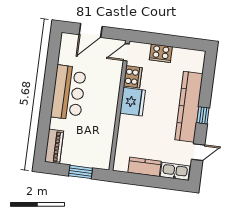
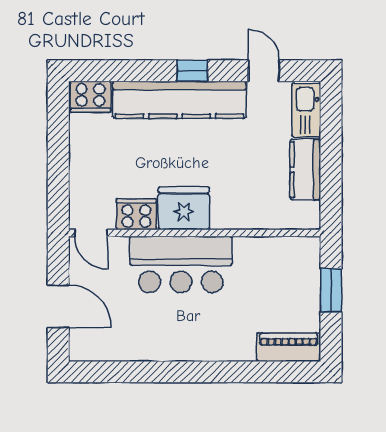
cooker: (161, 53) -> (90, 97), moved, turned 90
bar counter: (68, 93) -> (181, 264), moved, turned 180

